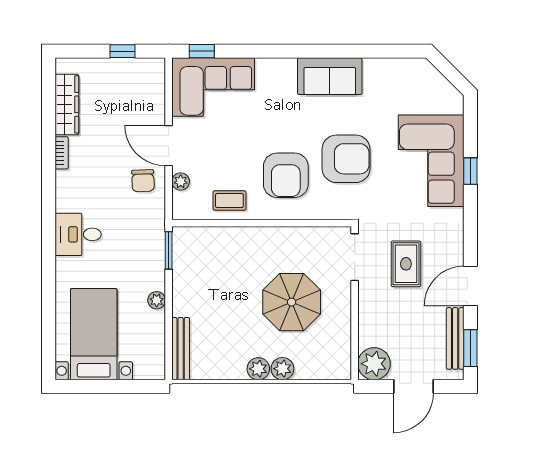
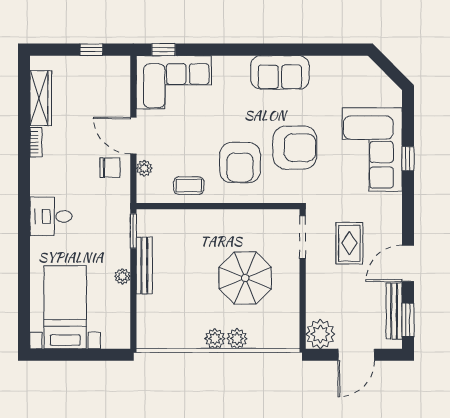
chair: (143, 181) -> (110, 168), turned -88
bench: (181, 349) -> (144, 265), moved

